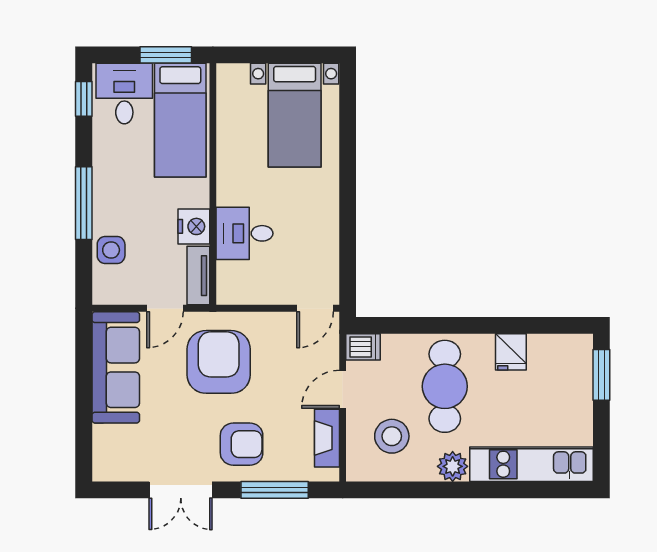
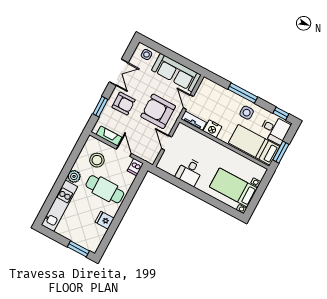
desk: (245, 233) -> (190, 172), moved, turned 180
side table: (111, 250) -> (247, 113), moved
door: (315, 308) -> (167, 143), moved
armchair: (219, 362) -> (158, 111), turned 180
armchair: (242, 444) -> (124, 104), turned -91
side table: (111, 451) -> (146, 55), added
double door: (181, 490) -> (119, 72), swing flipped
window: (275, 490) -> (100, 107), width x0.69

